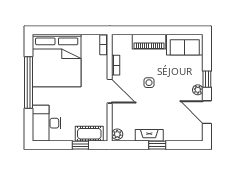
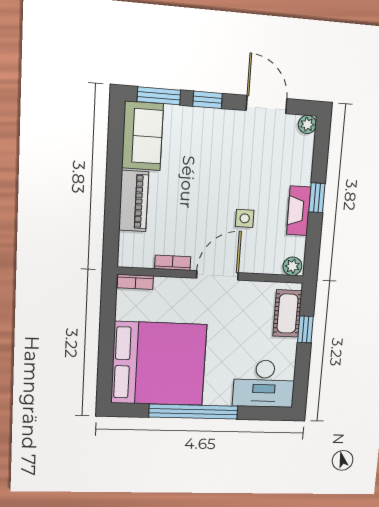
window: (207, 52) -> (159, 96), added
side table: (149, 83) -> (245, 218), moved
plant: (198, 90) -> (307, 124), moved
door: (207, 112) -> (267, 105), swing flipped

